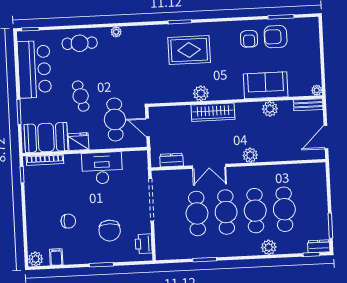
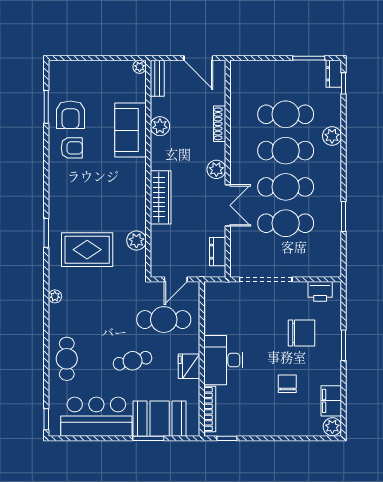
plant: (116, 32) -> (55, 296), moved
rug: (189, 50) -> (87, 250), moved, turned 90
plant: (201, 93) -> (136, 241), moved
booth: (46, 138) -> (160, 419), moved, turned 90
plant: (250, 155) -> (216, 169), moved
shoe rack: (274, 157) -> (220, 124), added
desk: (102, 168) -> (223, 360), moved
filing cabinet: (56, 257) -> (331, 401), width x2.00

